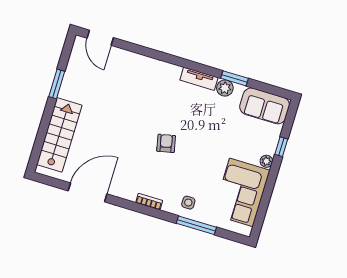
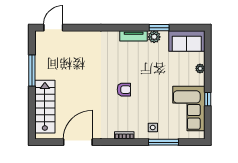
door: (100, 38) -> (53, 28), swing flipped
window: (57, 84) -> (32, 70), width x1.44
armchair: (166, 143) -> (124, 90), turned 102
window: (281, 147) -> (208, 99), moved
plant: (266, 161) -> (200, 68), moved

